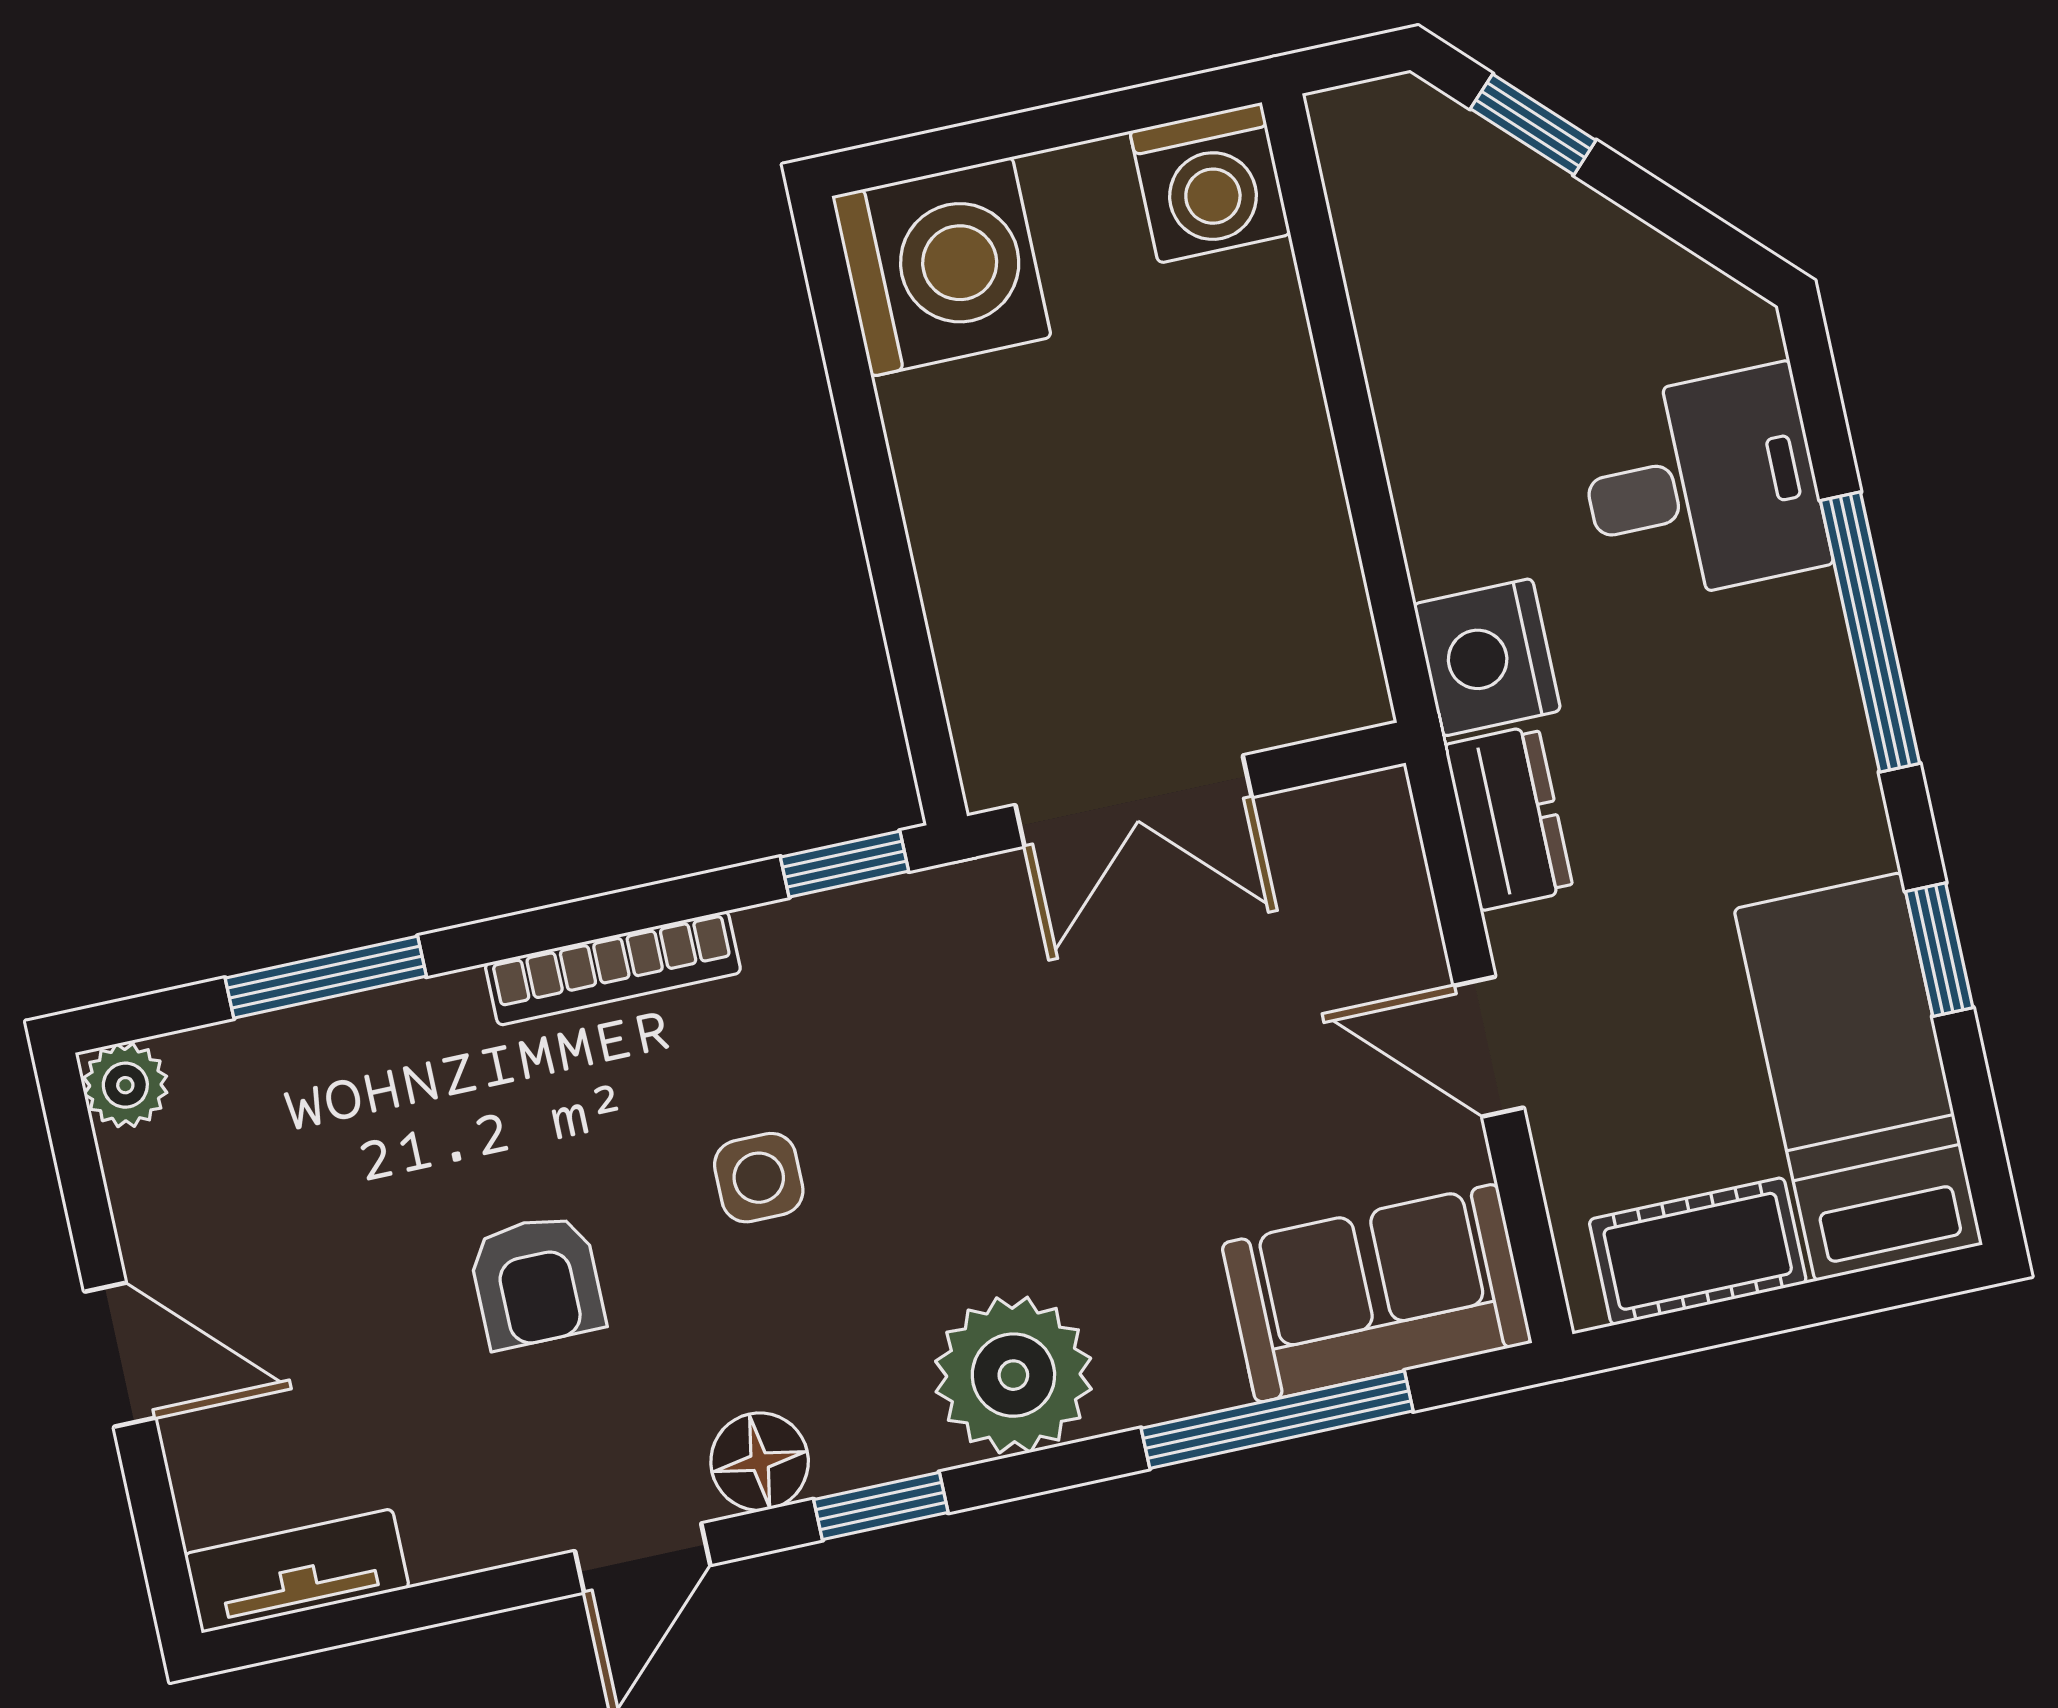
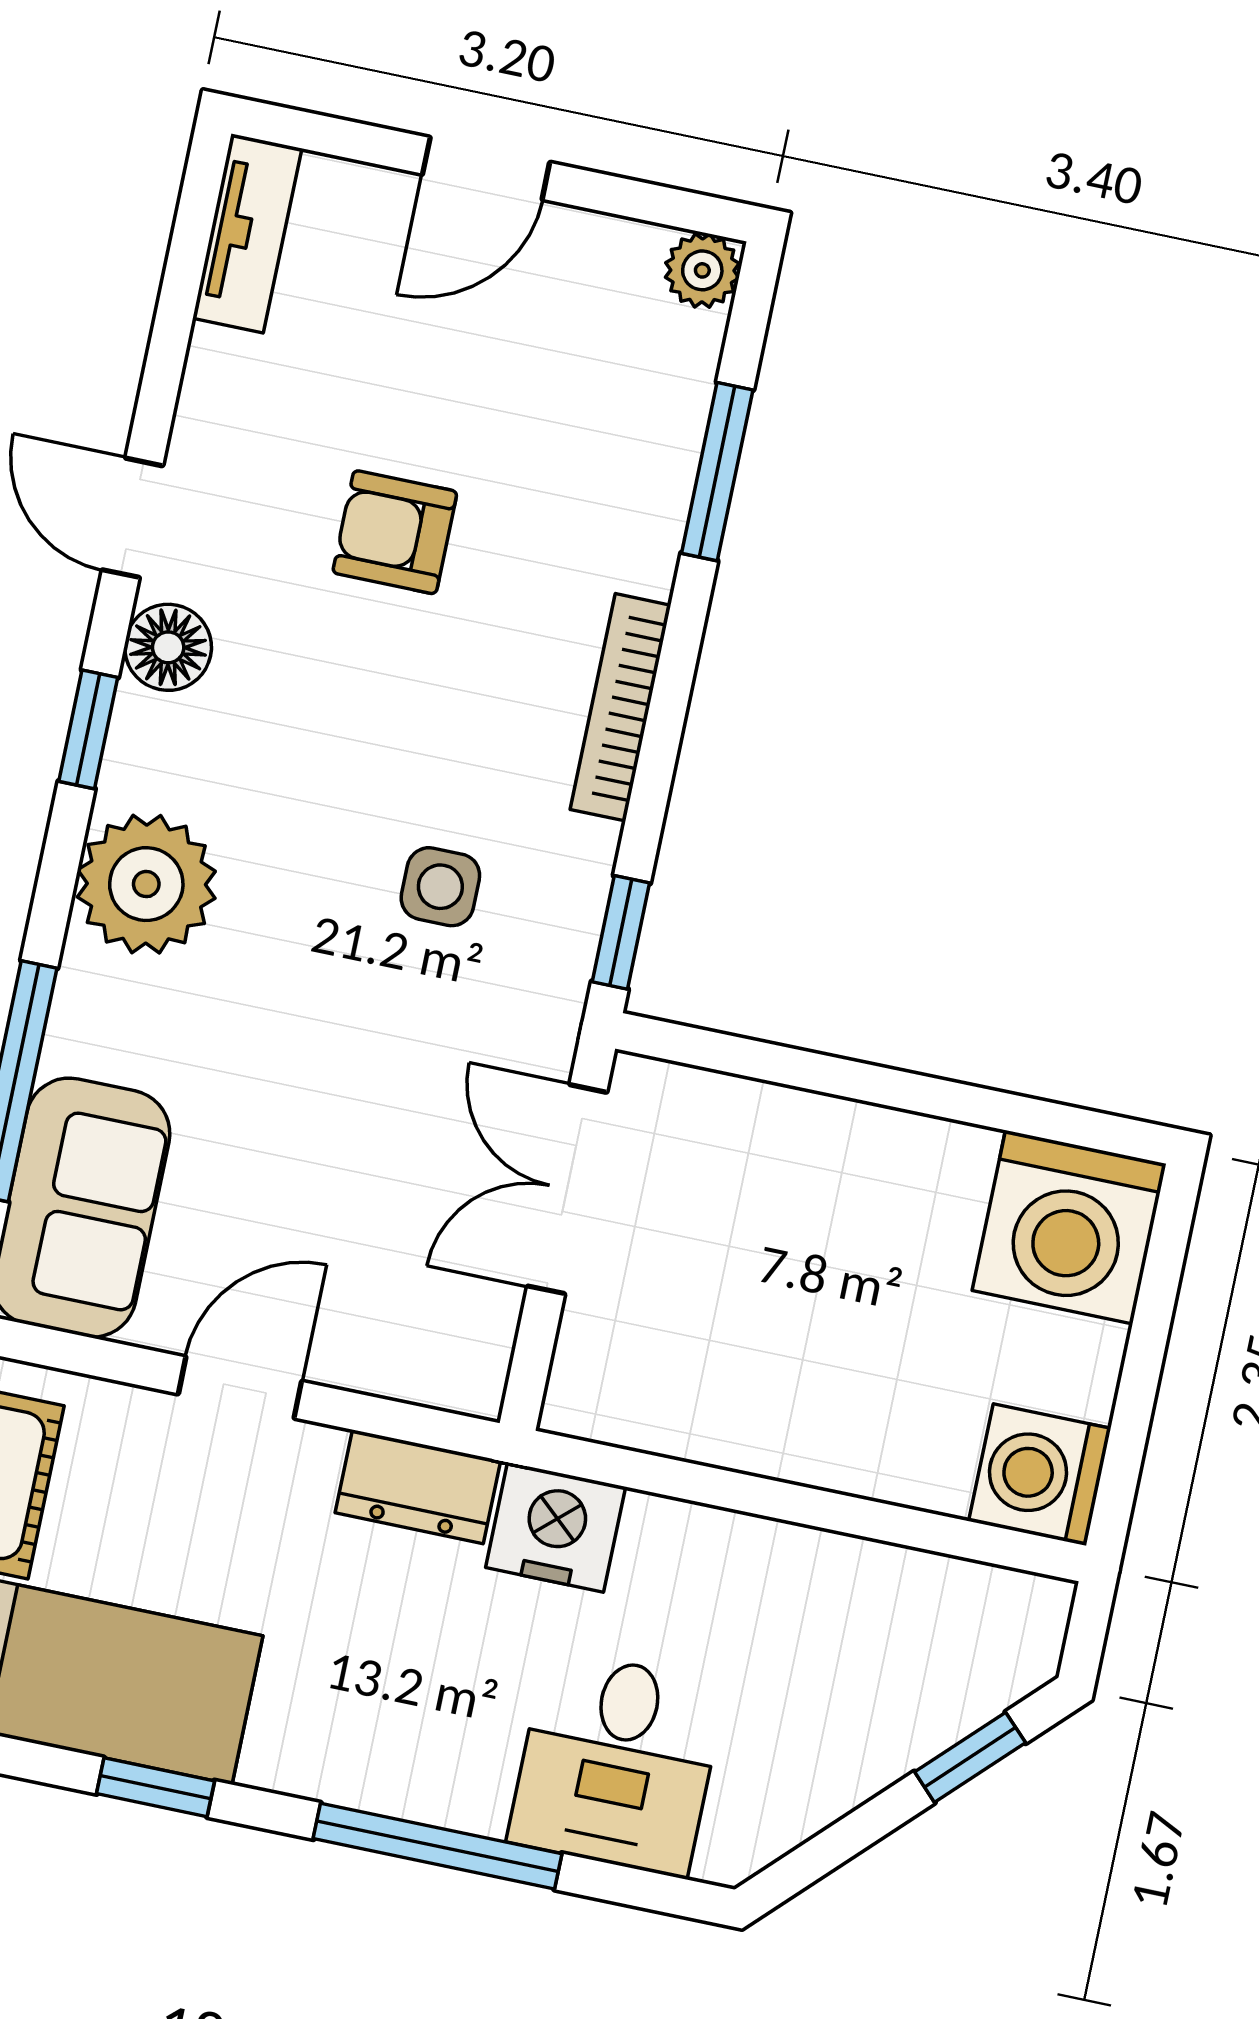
side table: (759, 1178) -> (440, 887), moved

